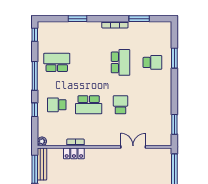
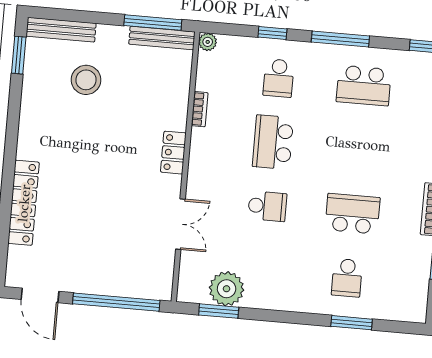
school desk: (57, 62) -> (364, 86), turned 90
school desk: (120, 62) -> (353, 214), turned 180
school desk: (57, 105) -> (279, 78), turned 180
plant: (163, 121) -> (227, 289), added
locker: (74, 153) -> (173, 153), moved

